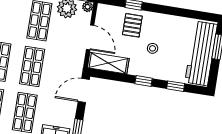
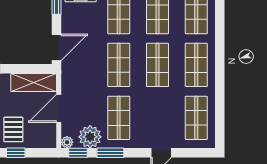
door: (90, 37) -> (59, 108), hinge flipped

